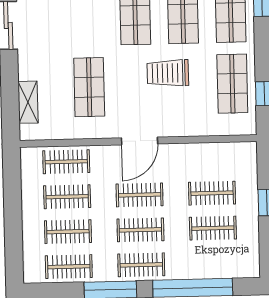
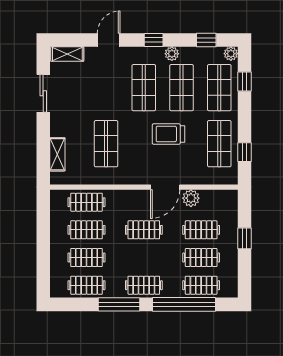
door: (140, 141) -> (165, 187), moved
plant: (198, 153) -> (191, 198), added
clothes rail: (140, 230) -> (201, 285), moved

